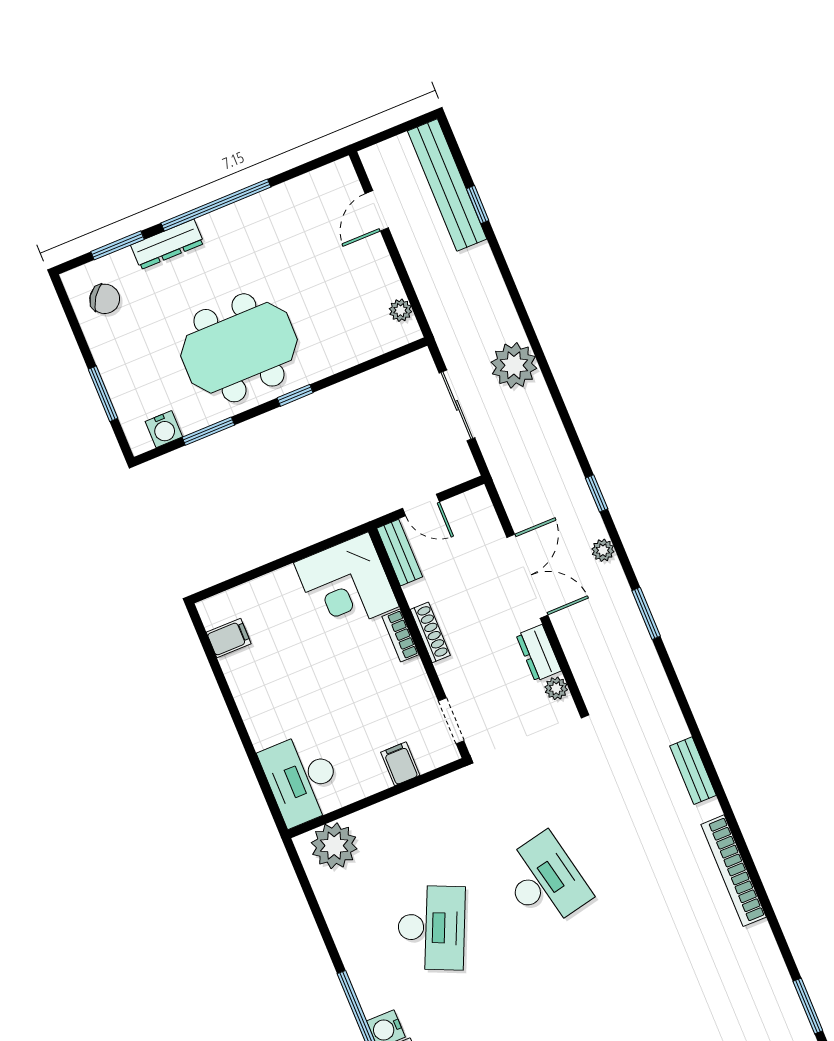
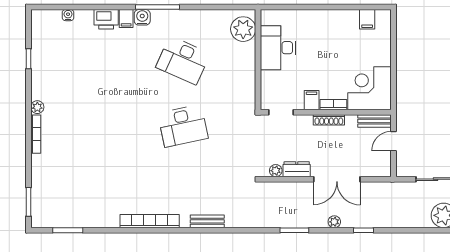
filing cabinet: (400, 764) -> (312, 100), moved, turned -90
desk: (302, 779) -> (278, 48), moved, turned -90

